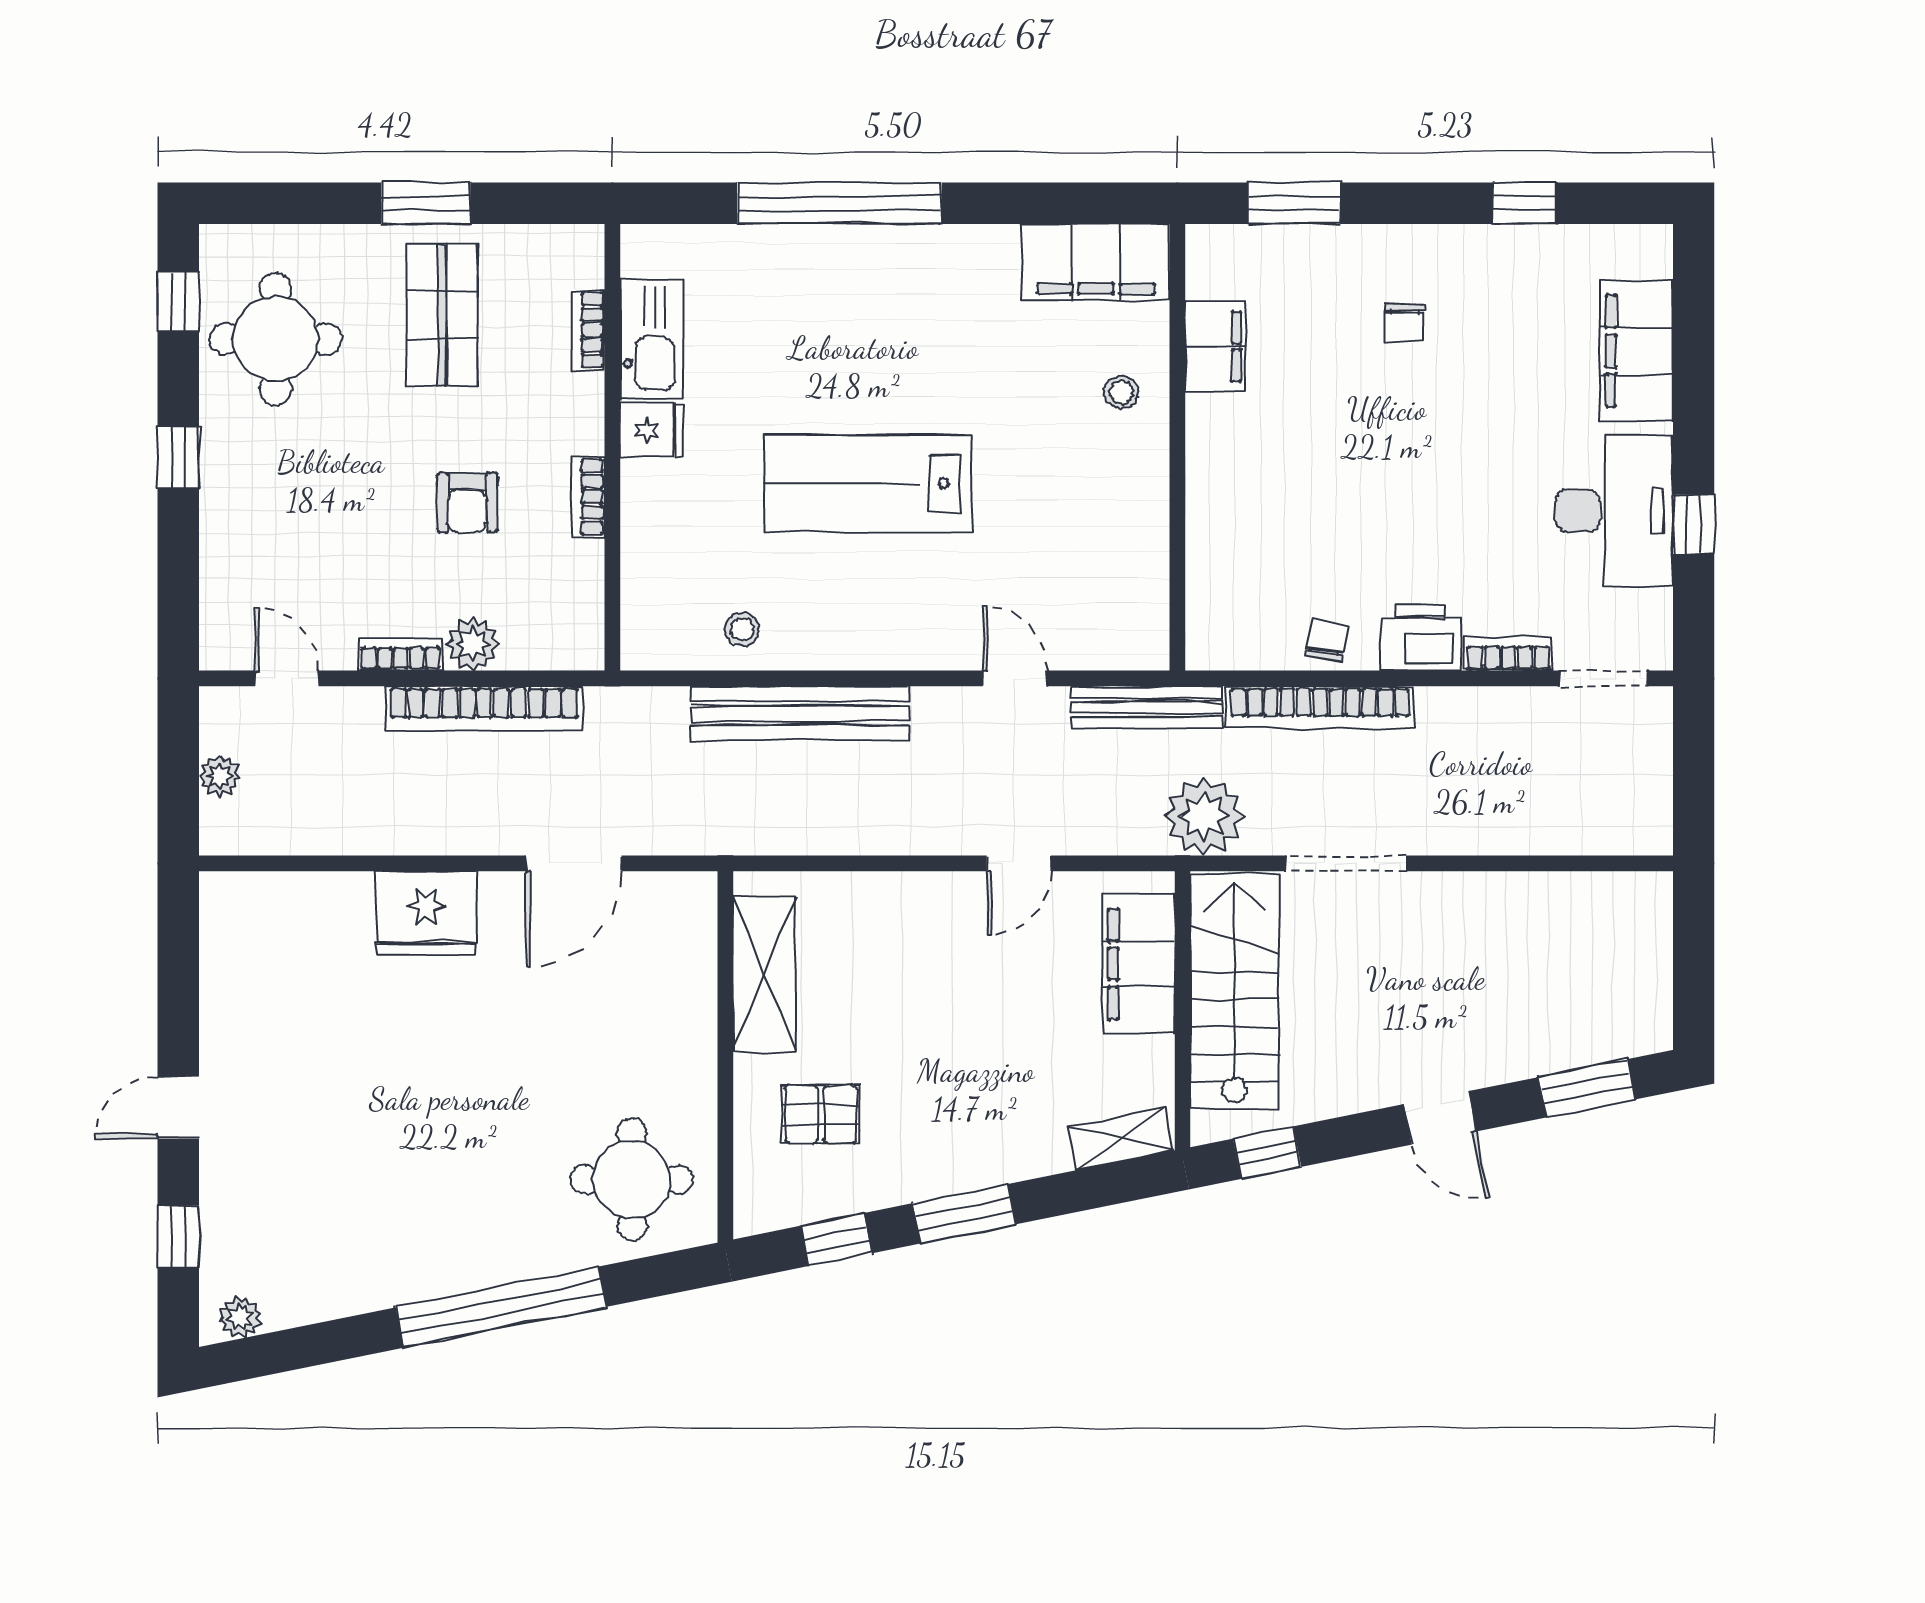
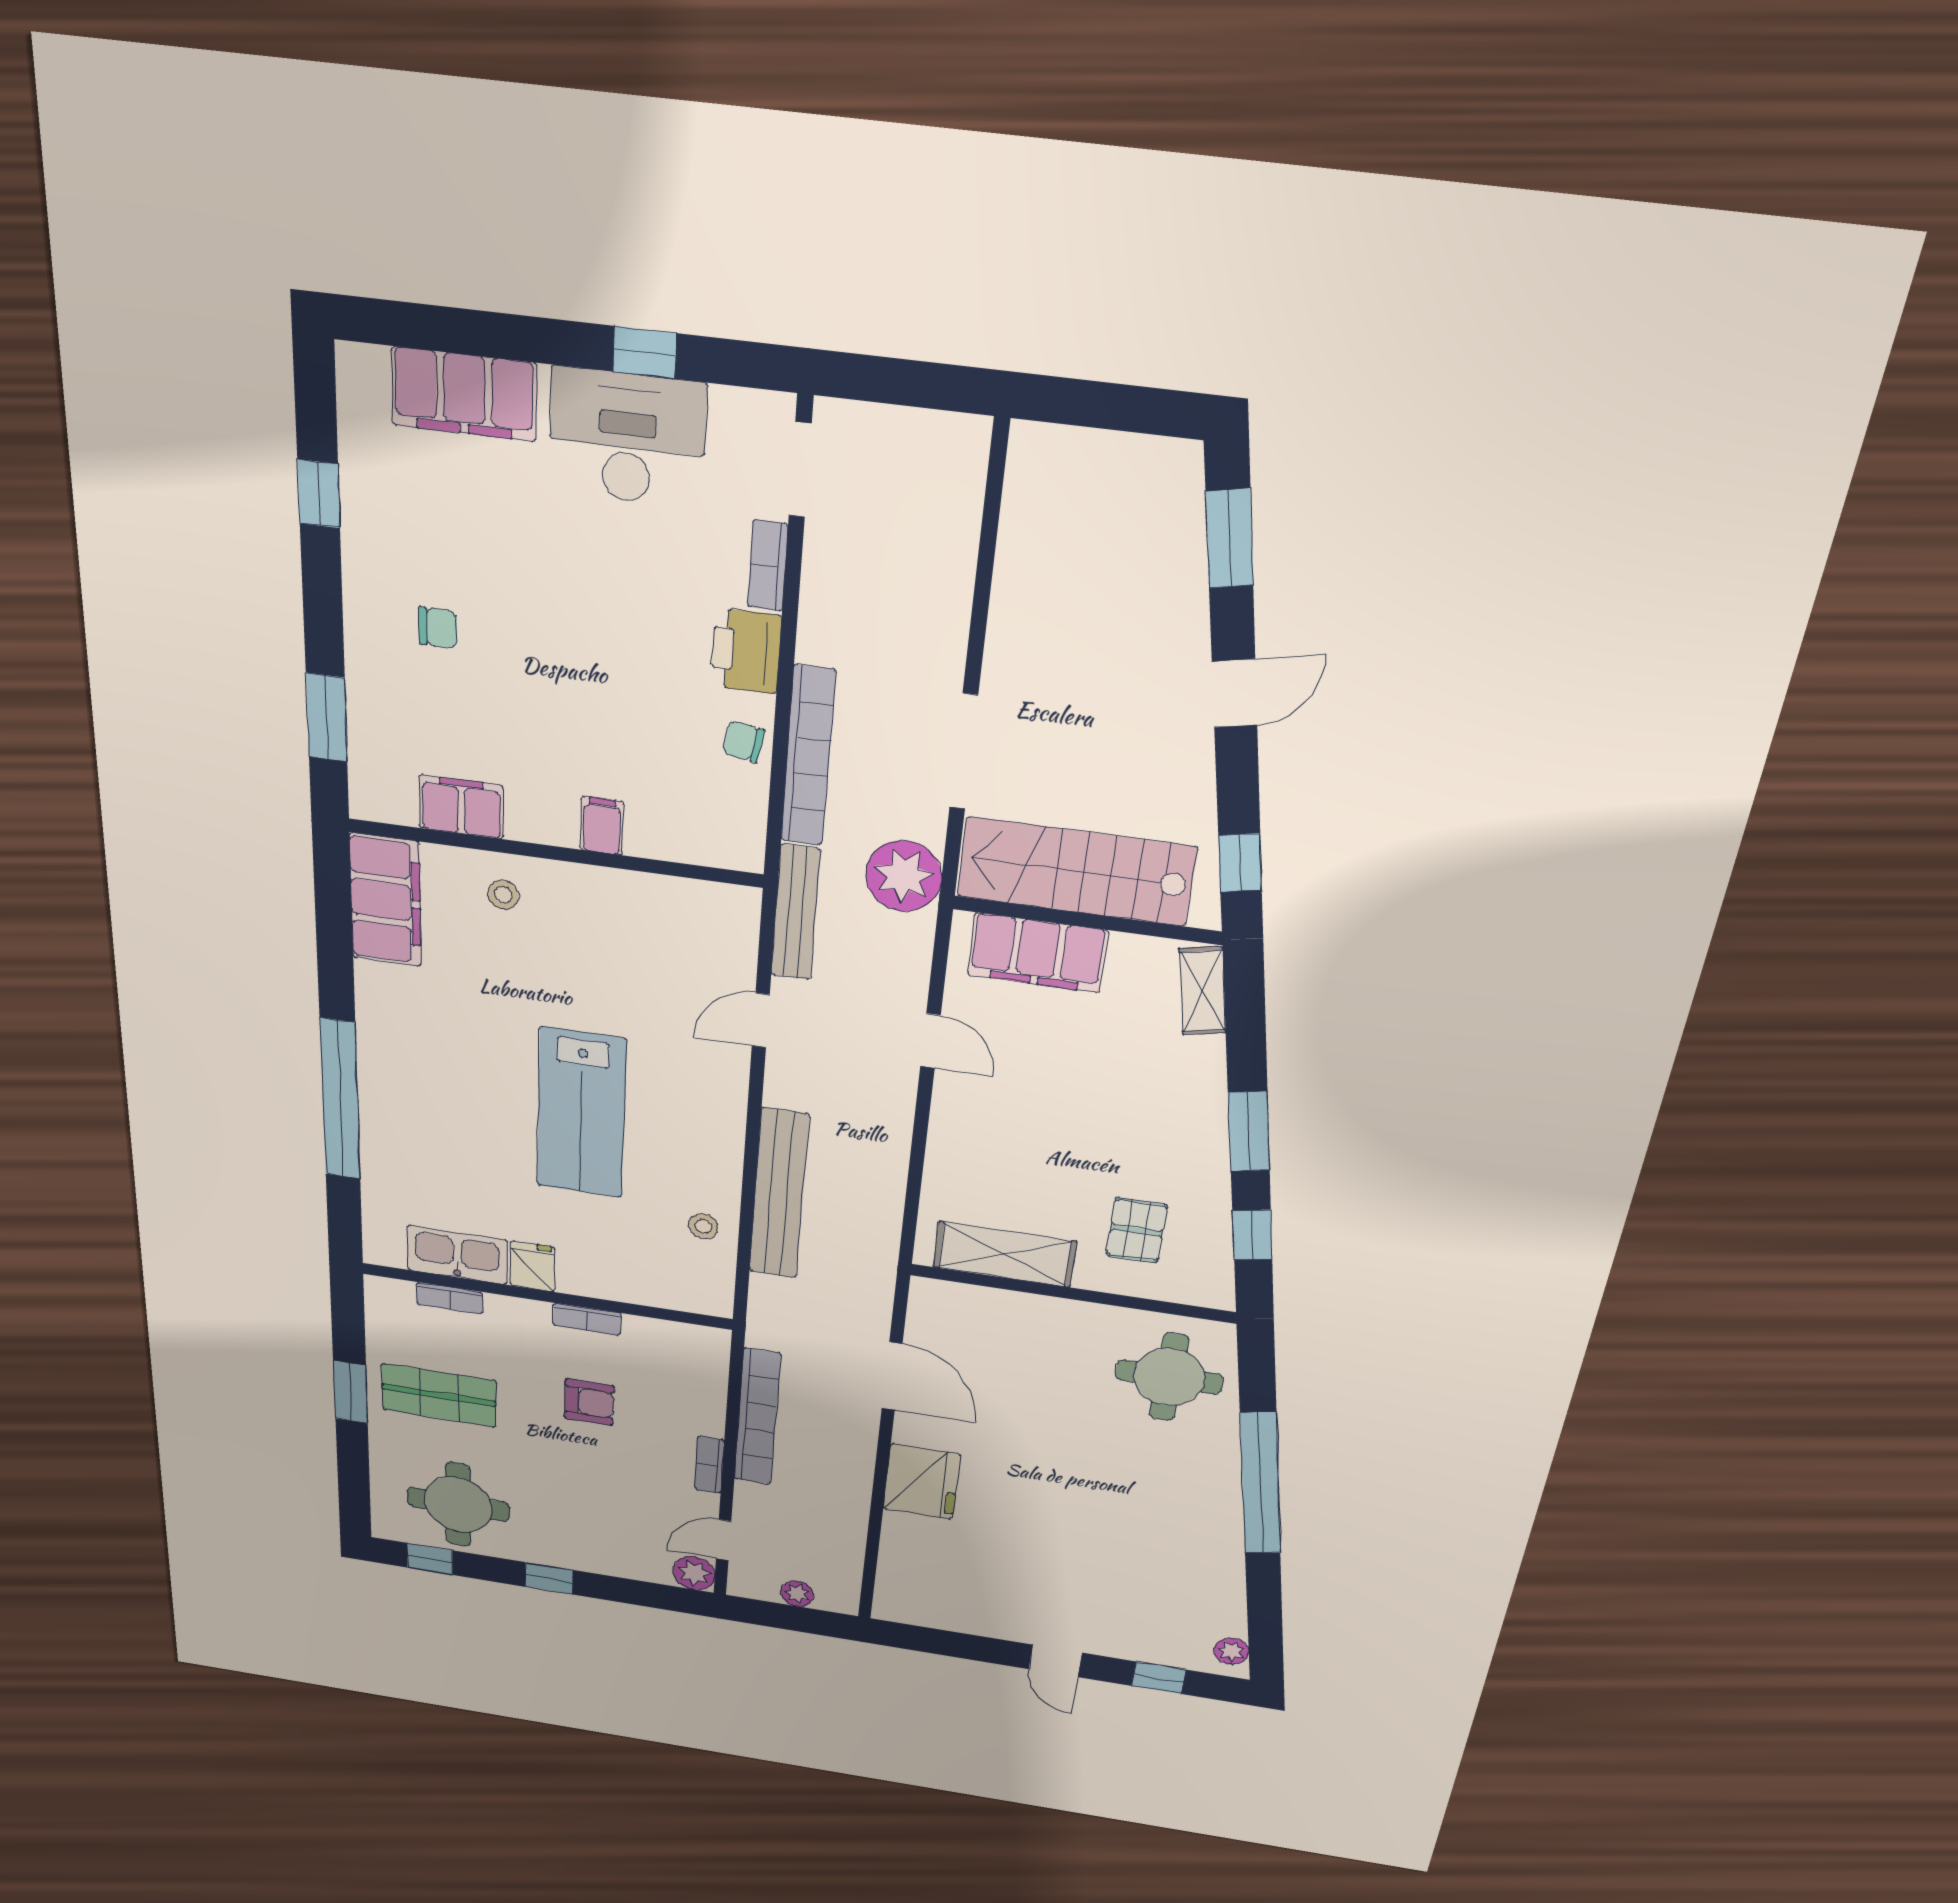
filing cabinet: (1215, 497) -> (602, 826), added
plant: (473, 644) -> (694, 1573), moved

